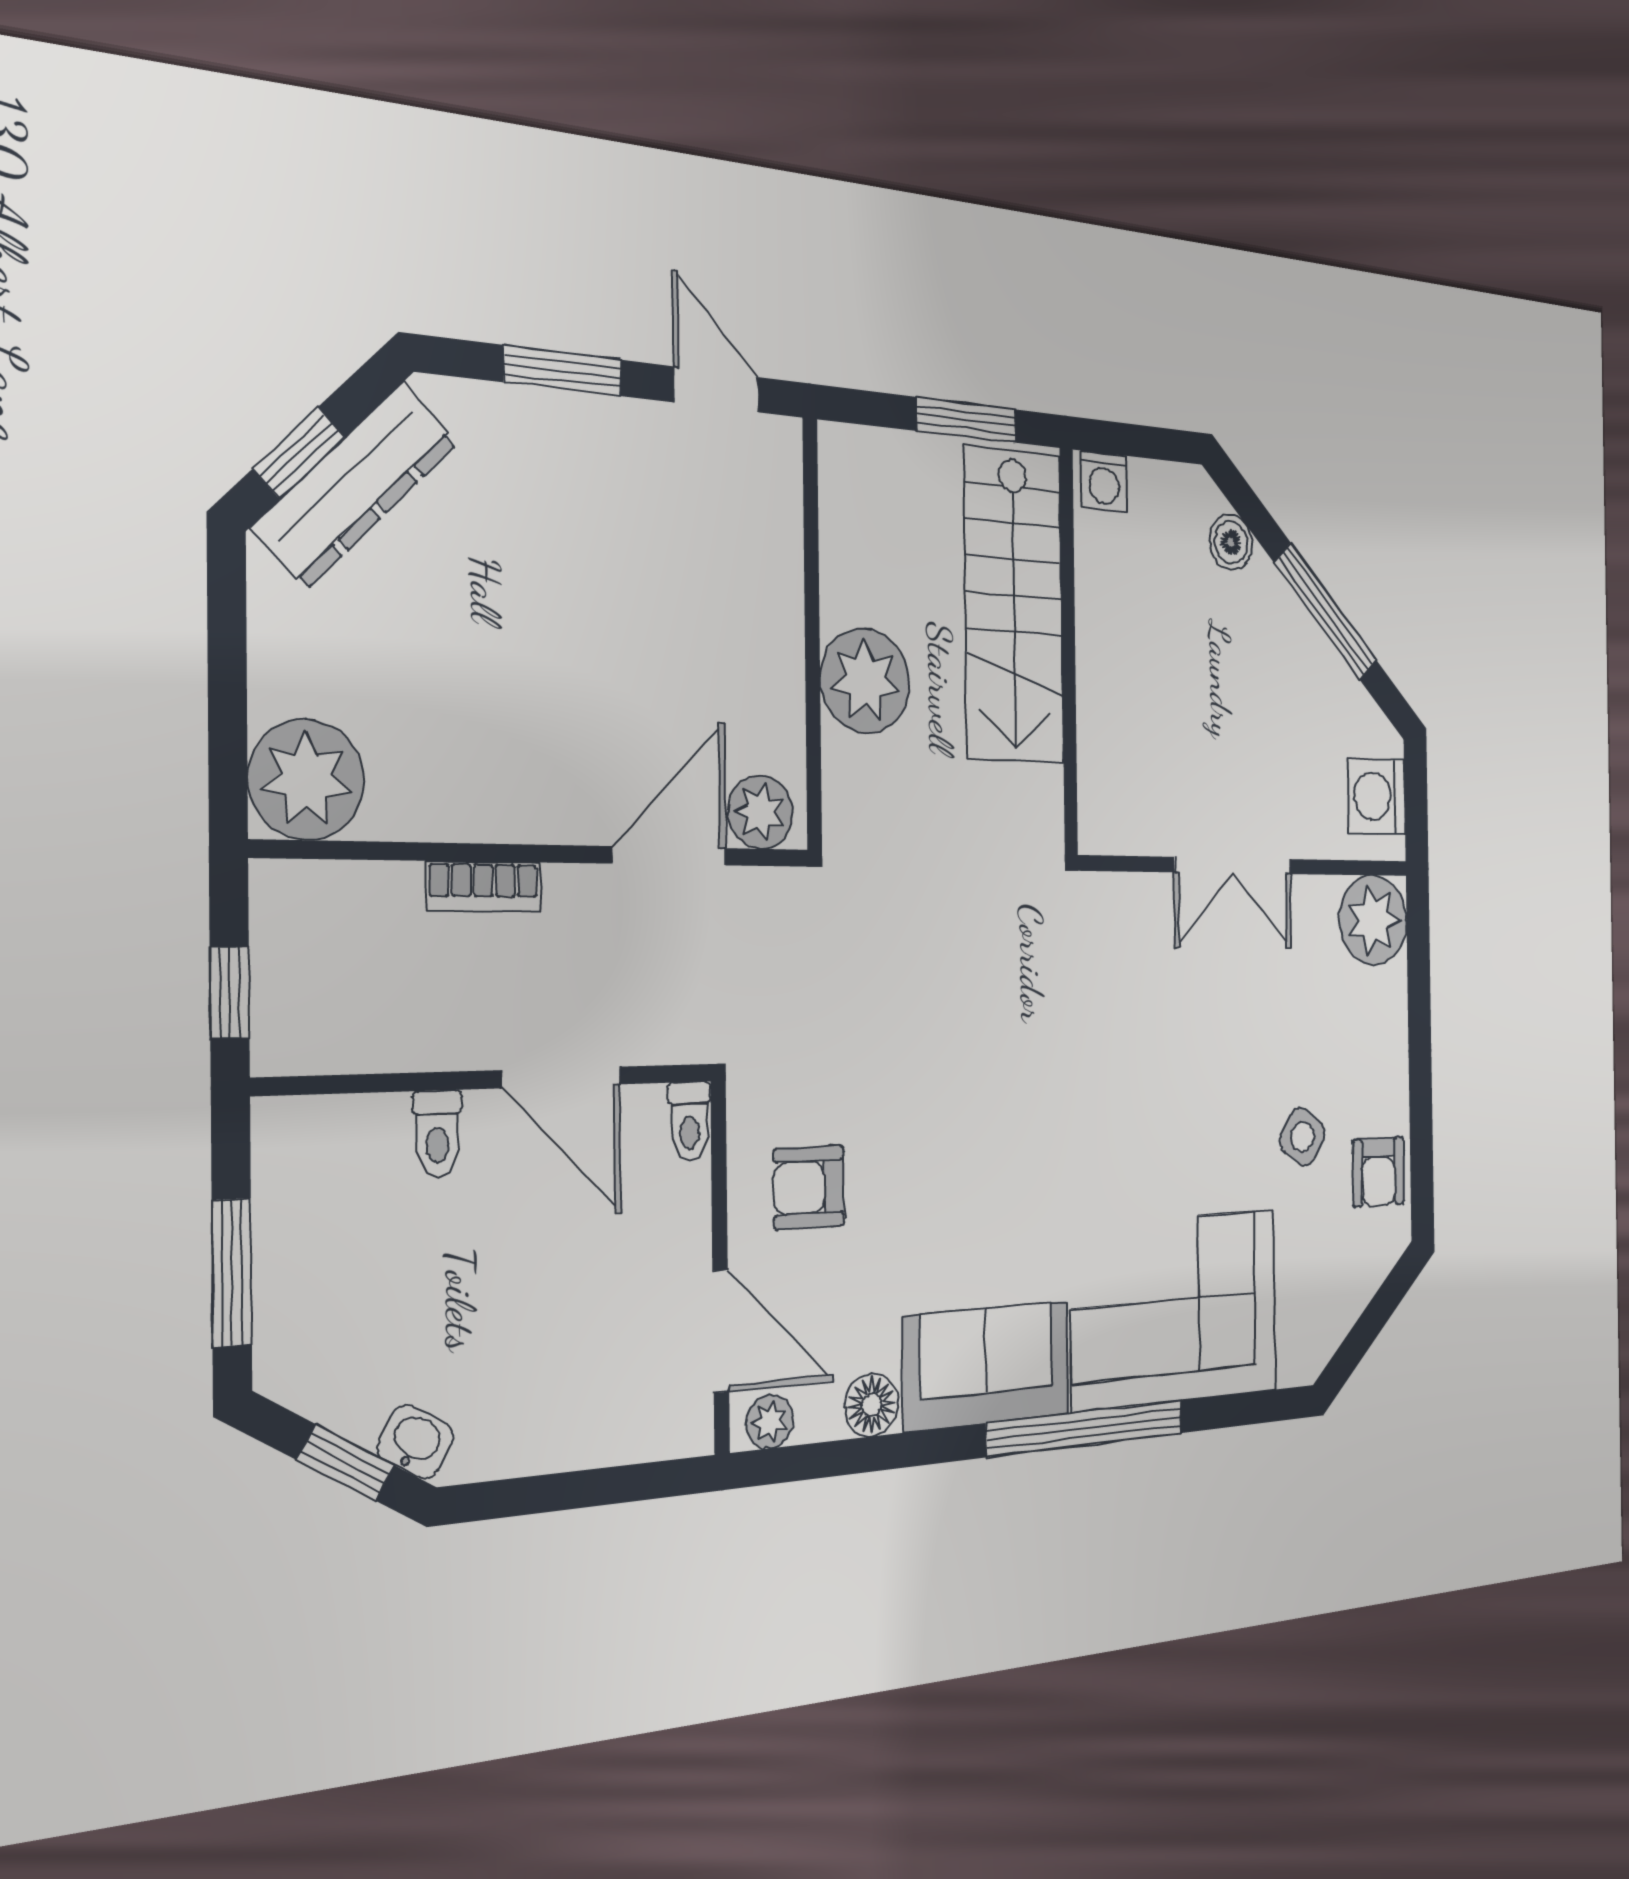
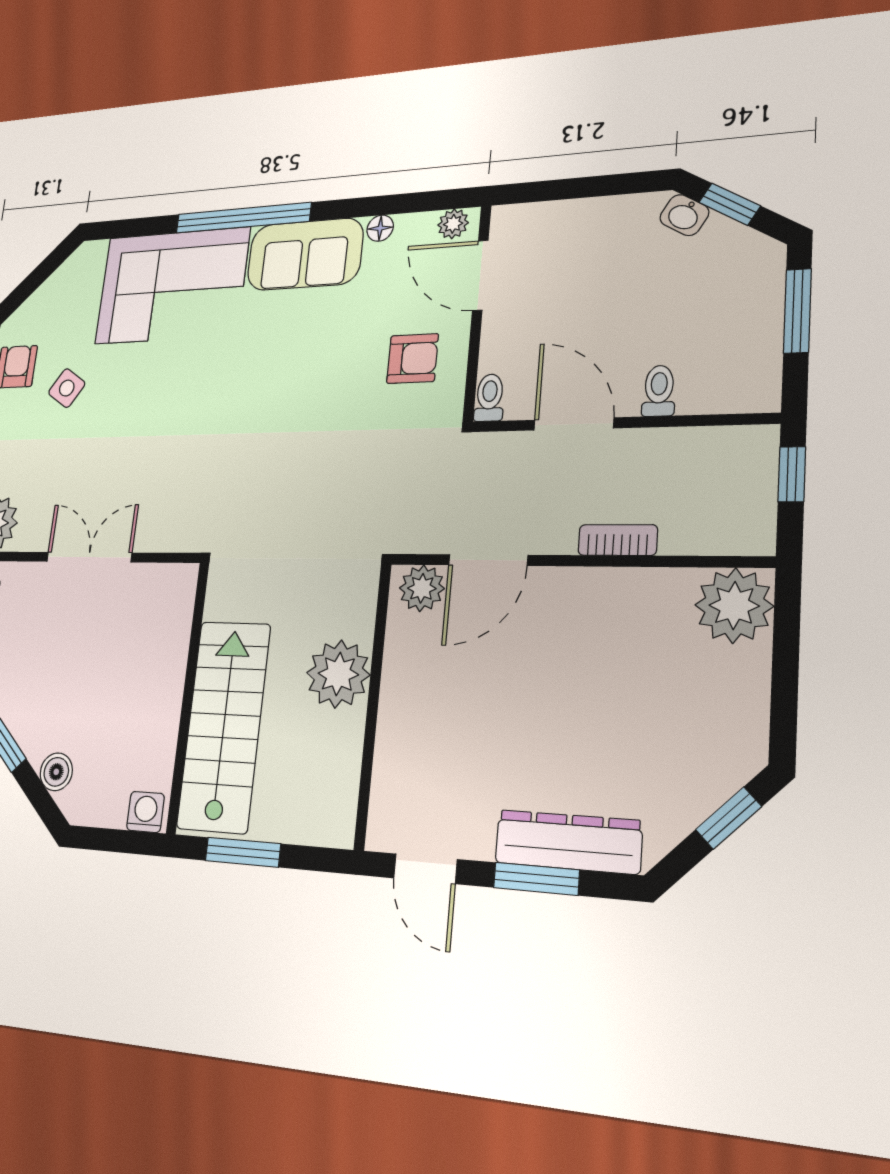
dresser: (356, 485) -> (568, 842), moved, turned 45
floor lamp: (872, 1405) -> (380, 228), width x0.73, depth x0.73

